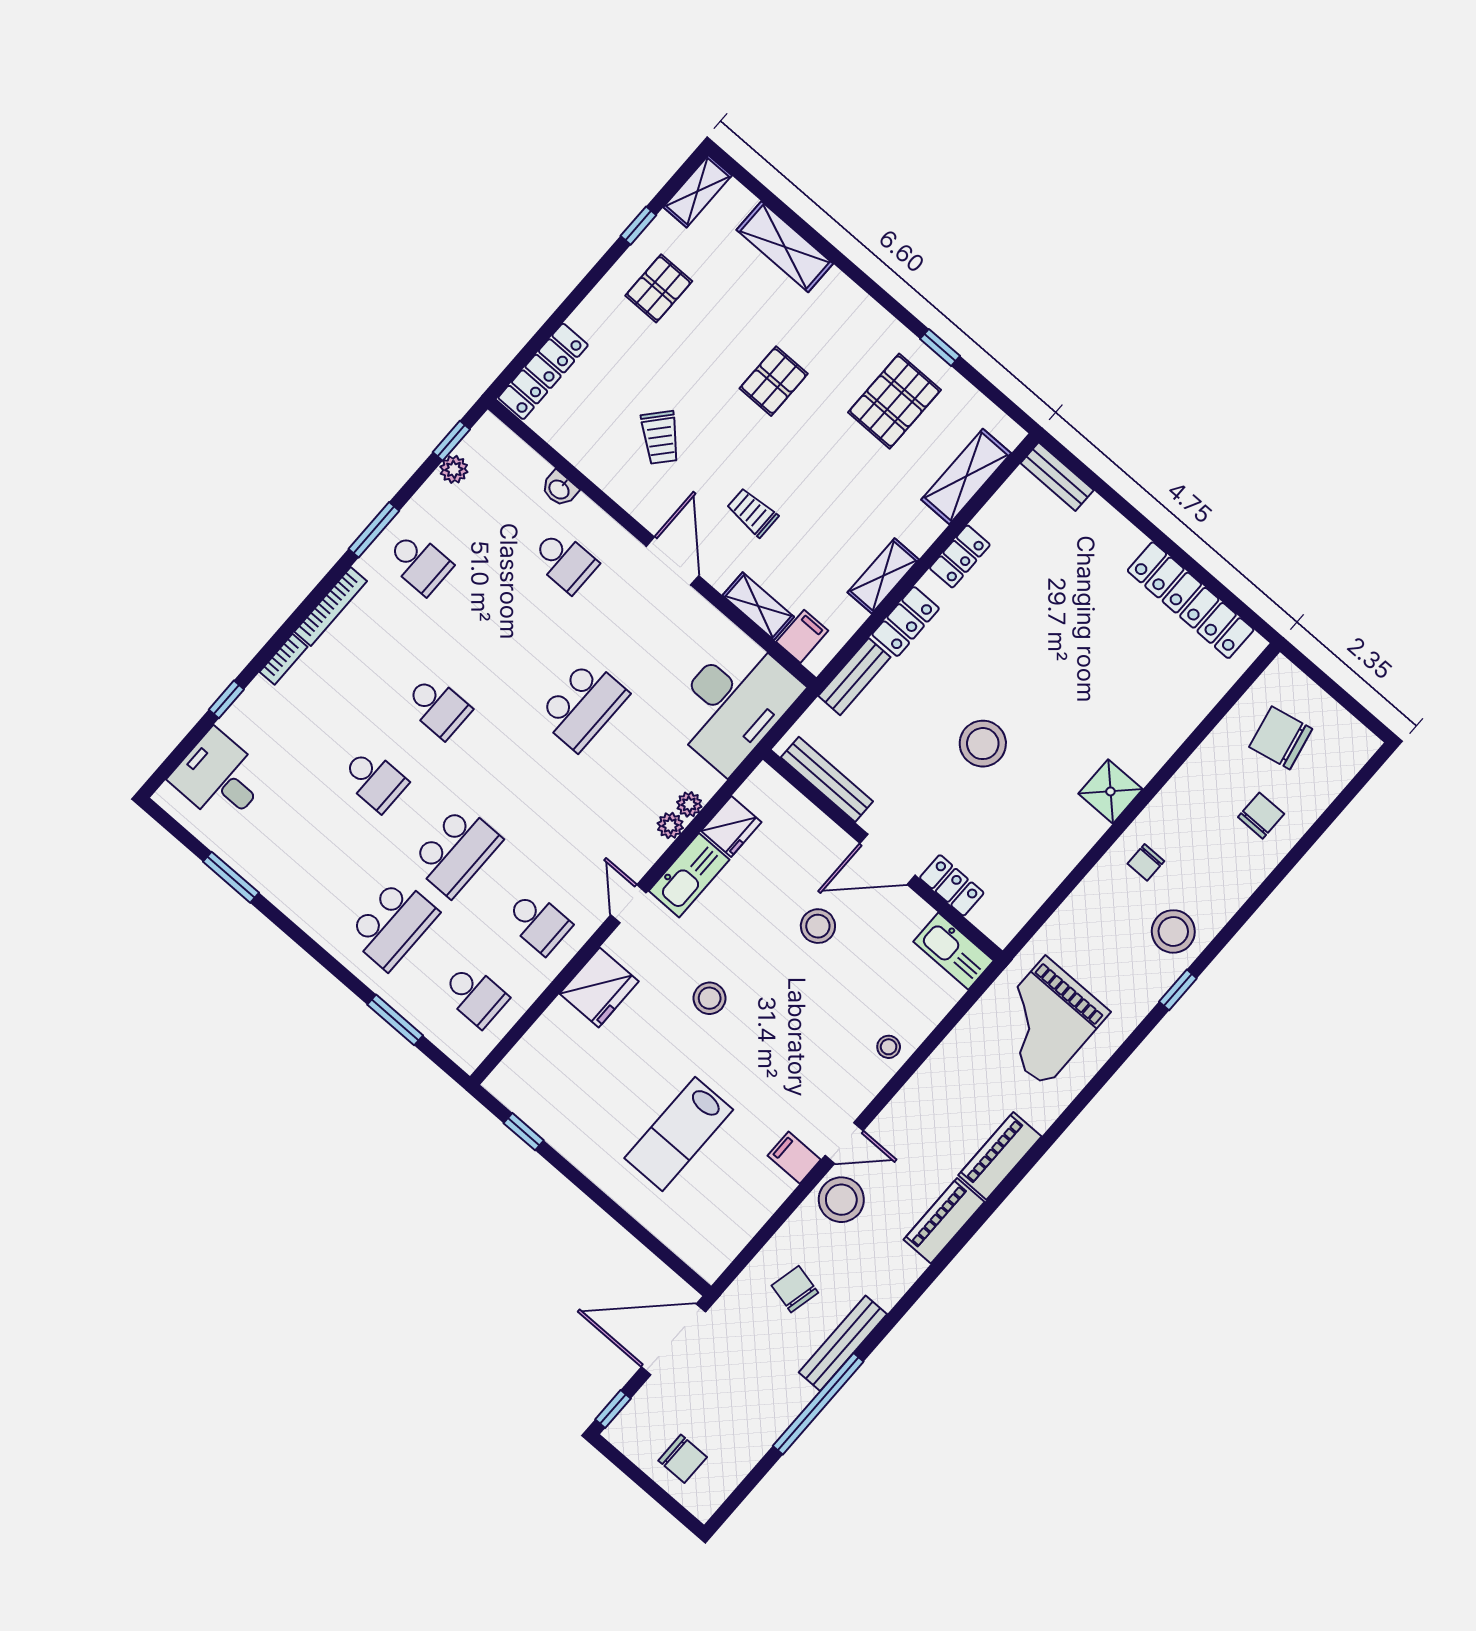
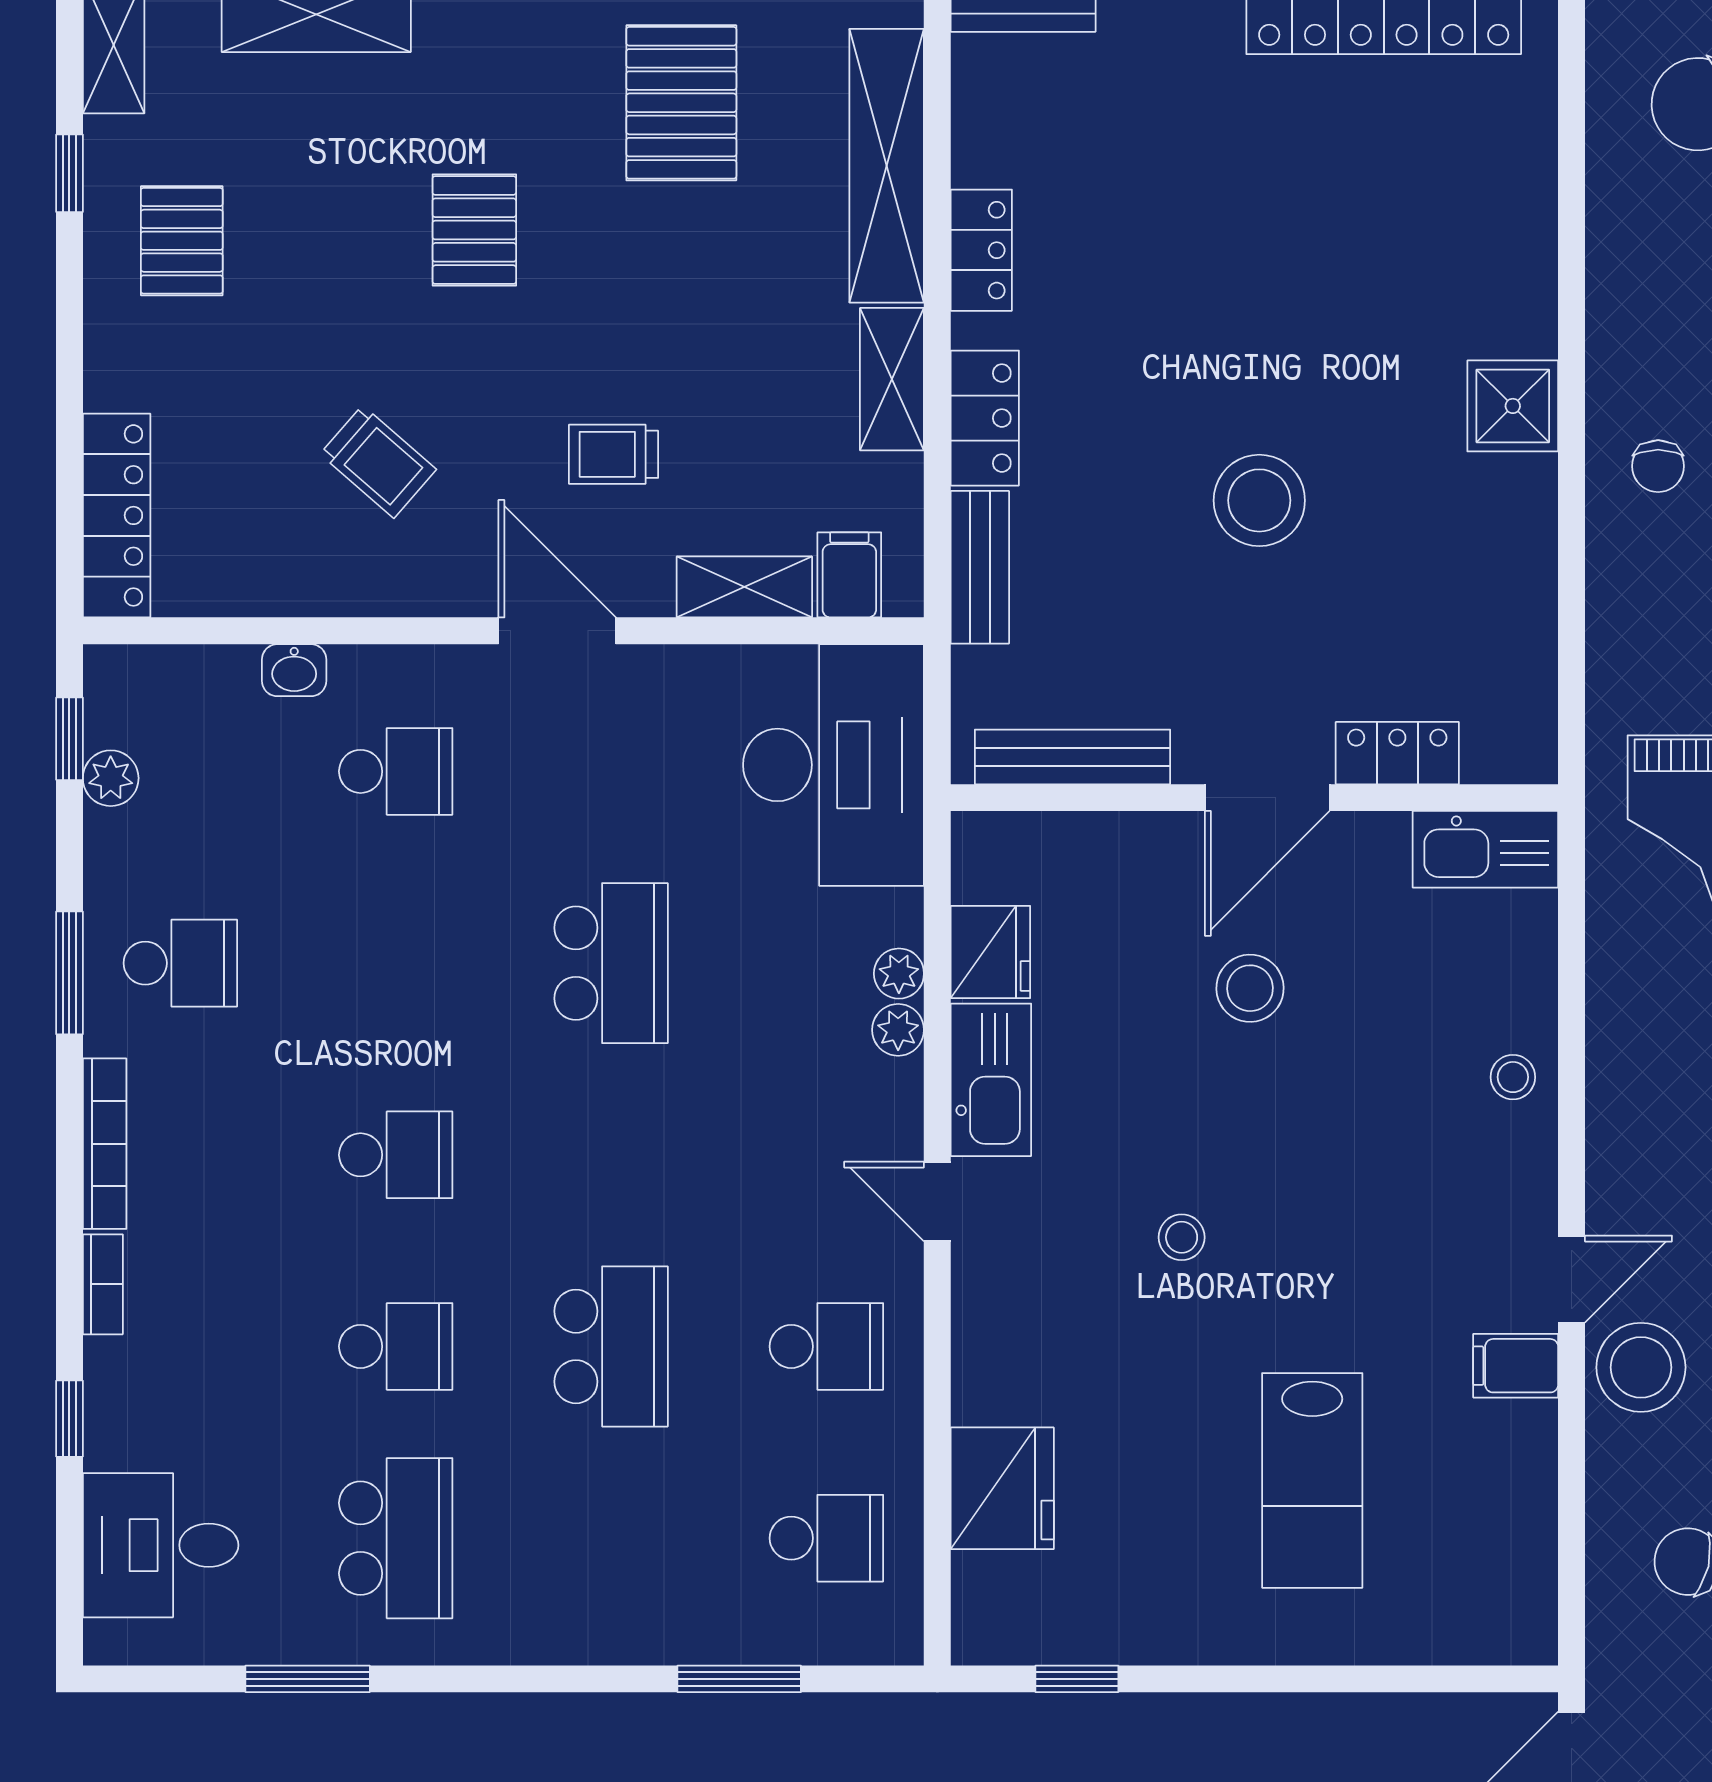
shelving: (966, 476) -> (887, 166), width x1.47
school desk: (393, 924) -> (396, 1538), moved
fridge: (599, 988) -> (1002, 1488), moved
stool: (710, 998) -> (1182, 1237), width x0.73, depth x0.73

